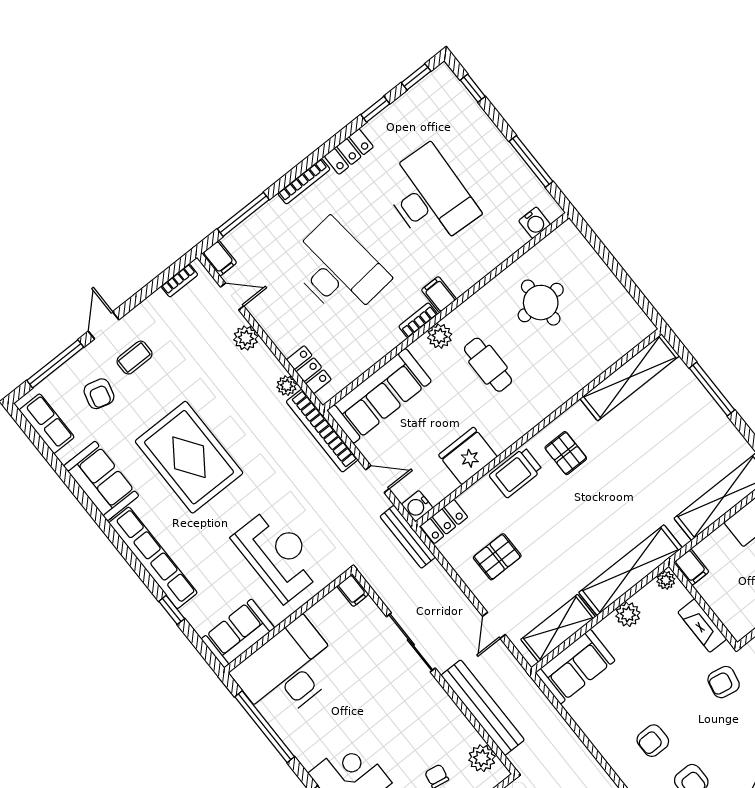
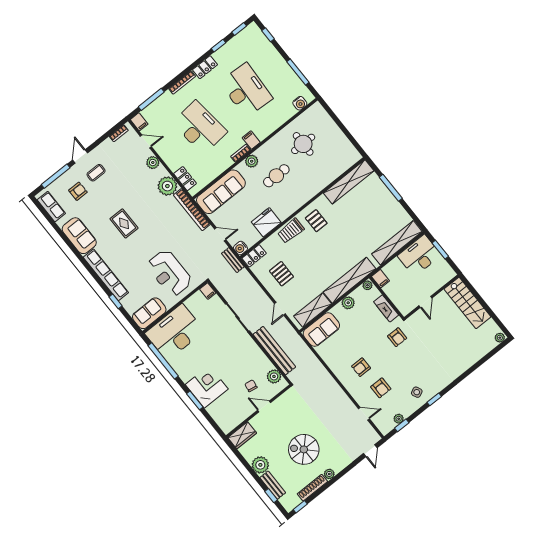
cafe table: (488, 365) -> (276, 176), turned 90
plant: (287, 386) -> (167, 186), width x1.87, depth x1.87
armchair: (99, 394) -> (78, 191), turned -105
rug: (189, 457) -> (124, 223), width x0.54, depth x0.49
bench: (408, 537) -> (233, 260), width x0.73
reception desk: (278, 555) -> (169, 273), turned 180
pallet: (497, 557) -> (281, 274), turned 90
armchair: (724, 682) -> (397, 337), turned -101

